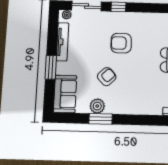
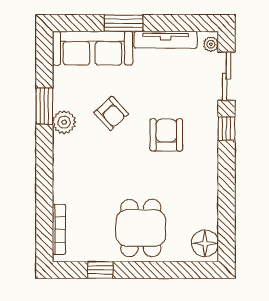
sofa: (65, 94) -> (92, 48), width x1.36
plant: (97, 106) -> (64, 122), moved

